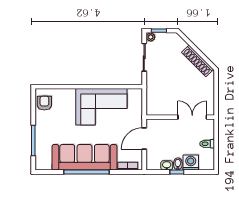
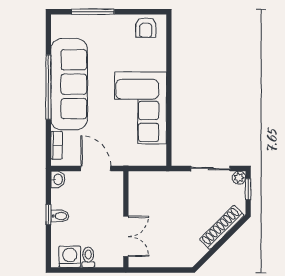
shoe rack: (197, 61) -> (222, 227), moved
armchair: (44, 103) -> (146, 28), turned 90
washing machine: (191, 163) -> (70, 257), moved, turned -90
washbasin: (167, 165) -> (58, 179), moved

